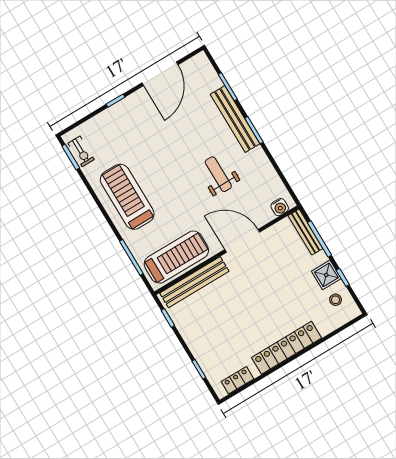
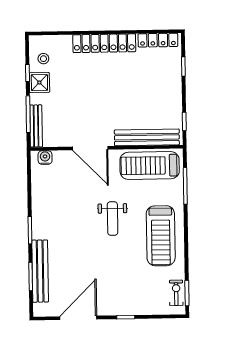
bench: (235, 119) -> (40, 271), moved
weight bench: (218, 174) -> (113, 219), moved
locker: (238, 380) -> (158, 40), width x1.53

